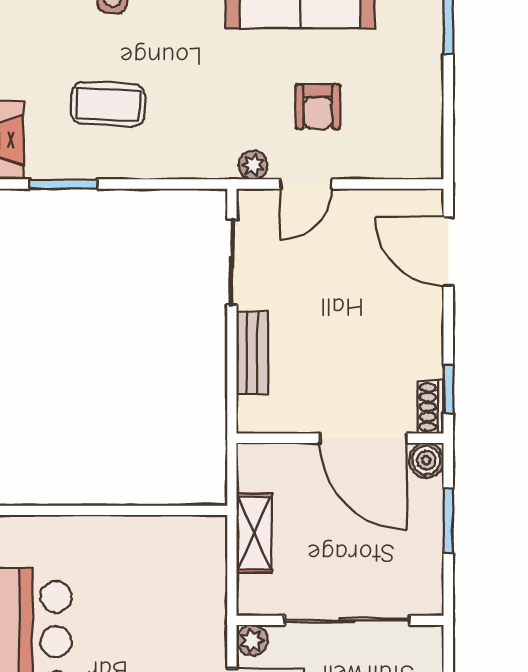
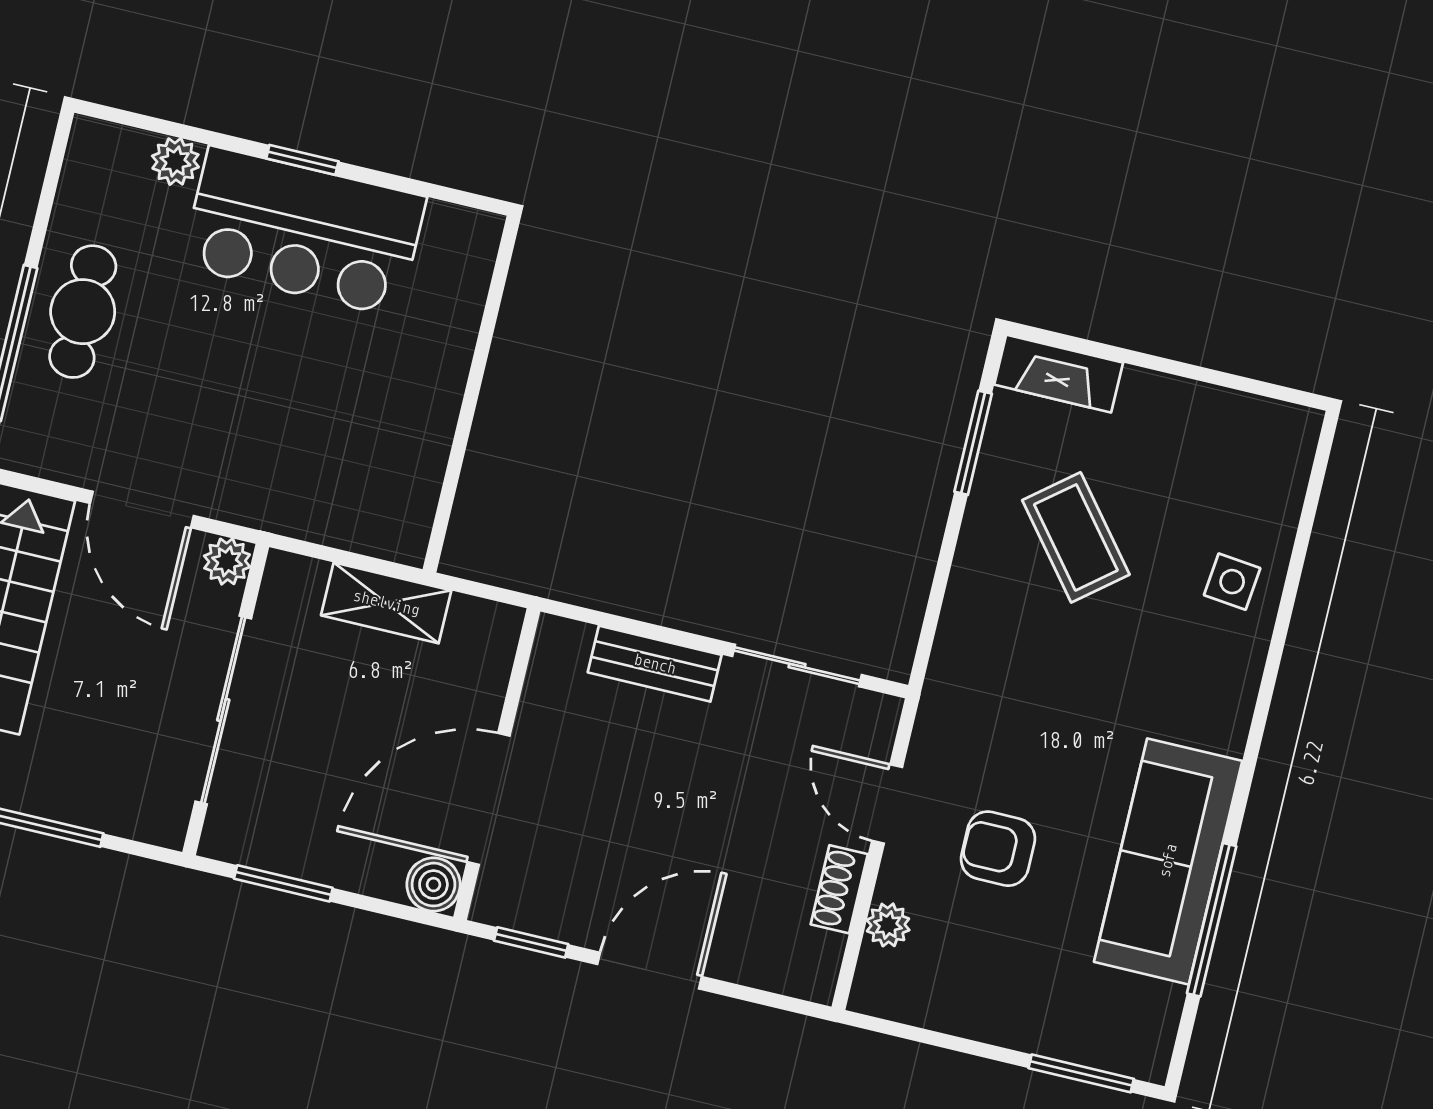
coffee table: (108, 104) -> (1076, 537), turned -42
plant: (253, 165) -> (888, 925), moved
door: (448, 252) -> (650, 971), moved
shoe rack: (431, 407) -> (839, 889), moved, turned -90
window: (448, 521) -> (283, 883), moved

